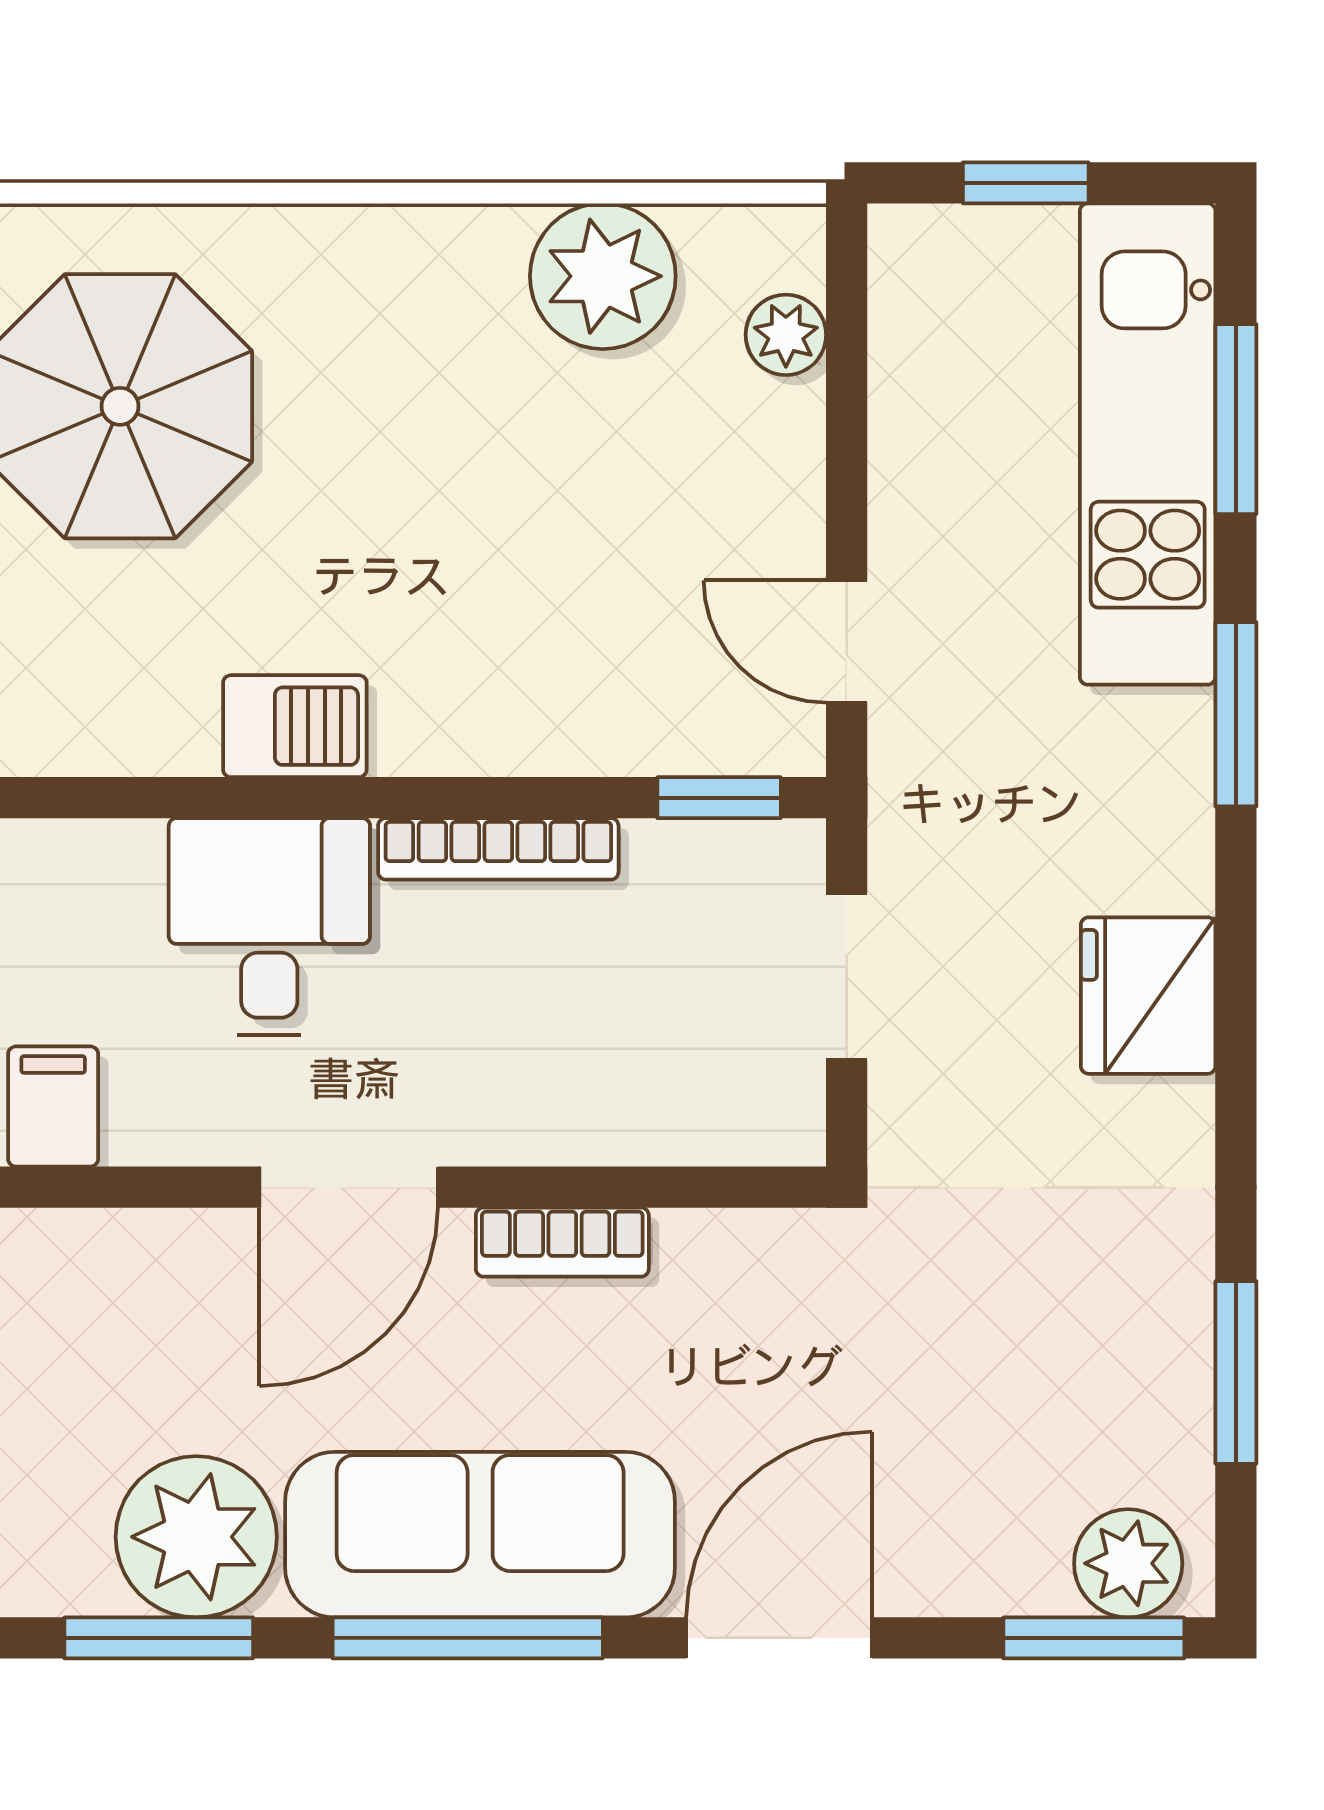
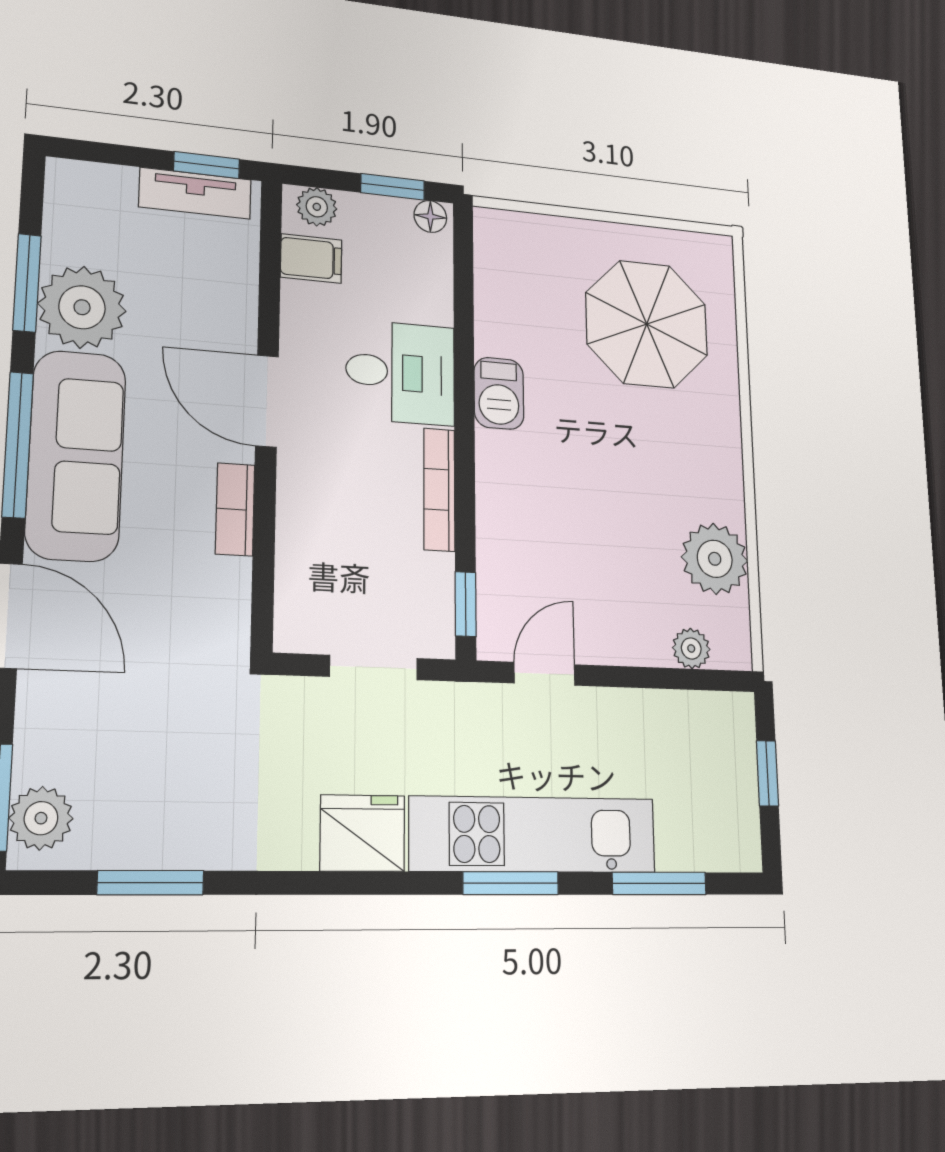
kitchen unit: (1148, 444) -> (534, 835), moved

